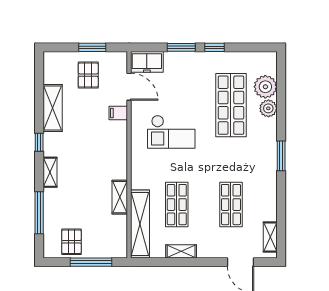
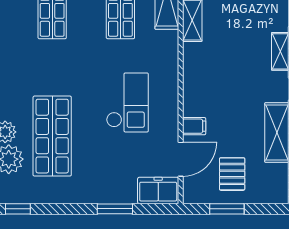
window: (215, 47) -> (18, 209), moved
door: (129, 87) -> (181, 159), swing flipped
checkout: (171, 132) -> (127, 102), turned 90

